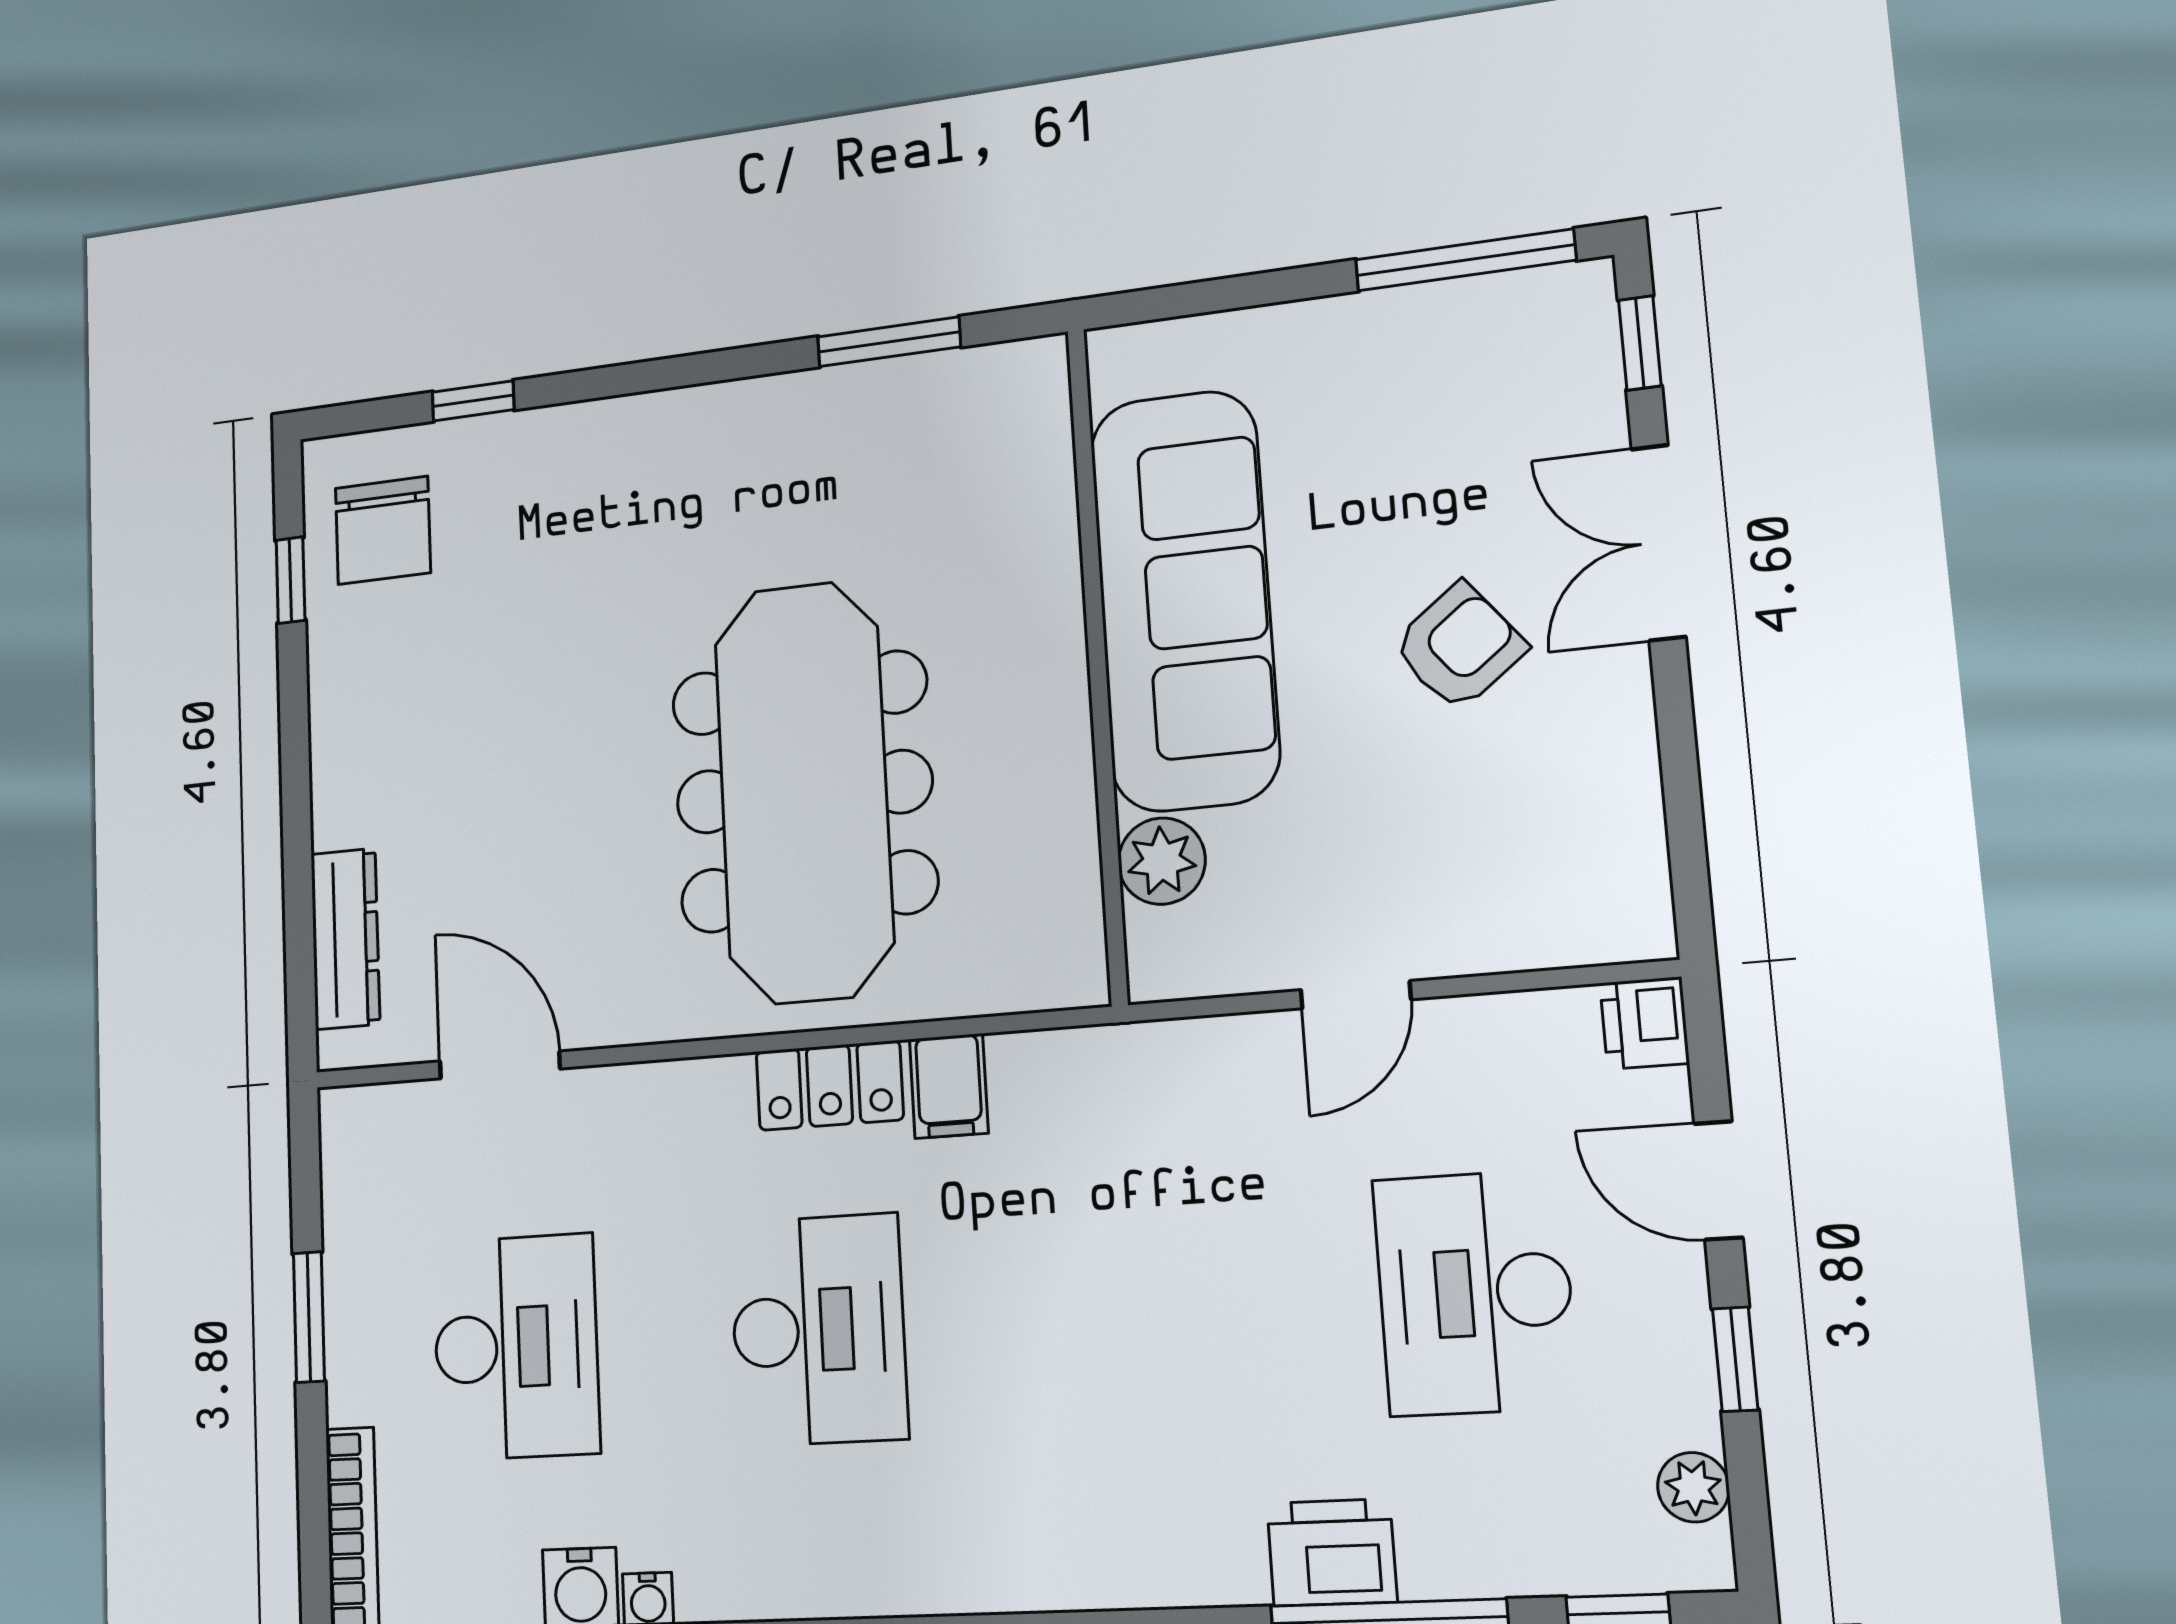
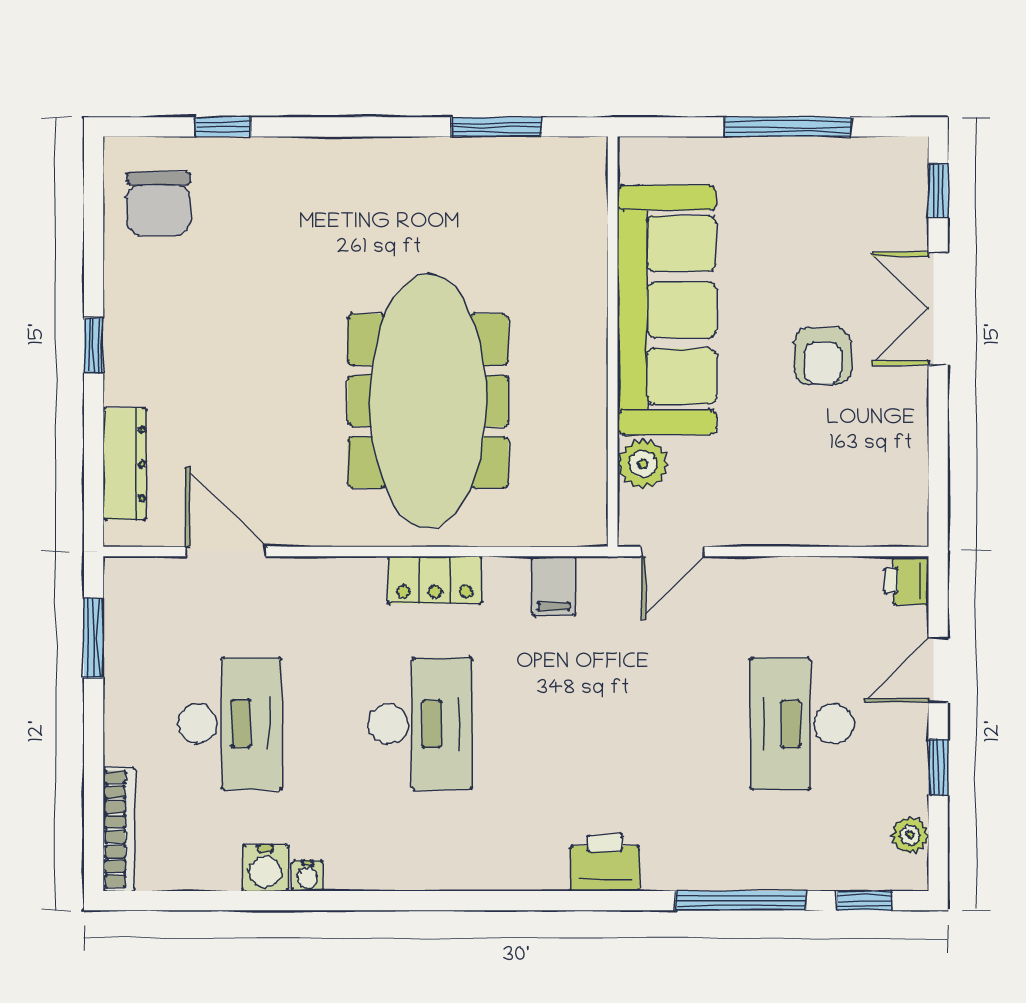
window: (1465, 260) -> (788, 127), moved
window: (291, 580) -> (94, 346), moved
armchair: (1459, 647) -> (823, 356), turned 128
door: (1356, 995) -> (672, 551), moved
filing cabinet: (949, 1086) -> (554, 586), moved
door: (1718, 1180) -> (938, 670), hinge flipped
window: (309, 1317) -> (94, 638), moved
printer: (1332, 1552) -> (605, 863), moved

